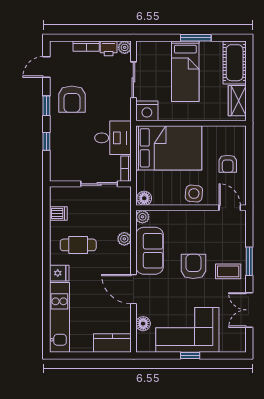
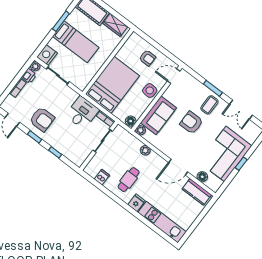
nightstand: (147, 111) -> (47, 55), moved, turned 180
sofa: (150, 251) -> (158, 115), moved, turned 90
kitchen counter: (112, 343) -> (197, 192), moved, turned -90

